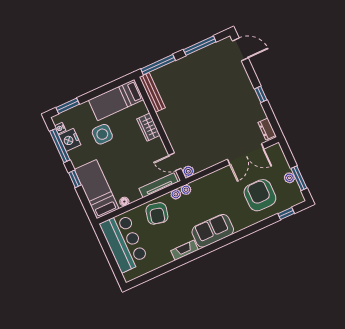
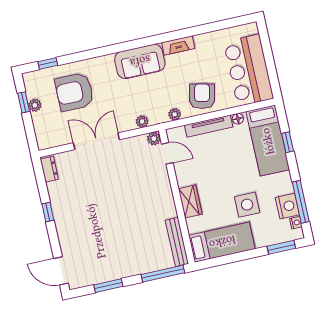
window: (200, 46) -> (108, 286), width x0.69
double door: (246, 154) -> (96, 141), moved
window: (299, 178) -> (24, 102), width x0.67
window: (75, 179) -> (288, 142), moved
tv unit: (159, 185) -> (209, 126), moved
plant: (186, 190) -> (142, 122), moved
armchair: (260, 195) -> (74, 92), turned 90

